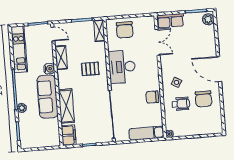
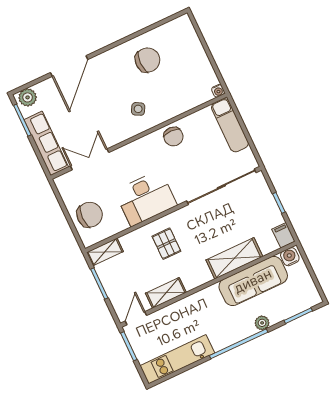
row of seats: (170, 21) -> (46, 143), width x1.48
water cooler: (49, 69) -> (290, 257), moved
door: (219, 69) -> (69, 66), moved
sofa: (47, 97) -> (253, 281), moved
wheelchair: (181, 104) -> (167, 91), removed
filing cabinet: (69, 135) -> (283, 235), width x0.50

